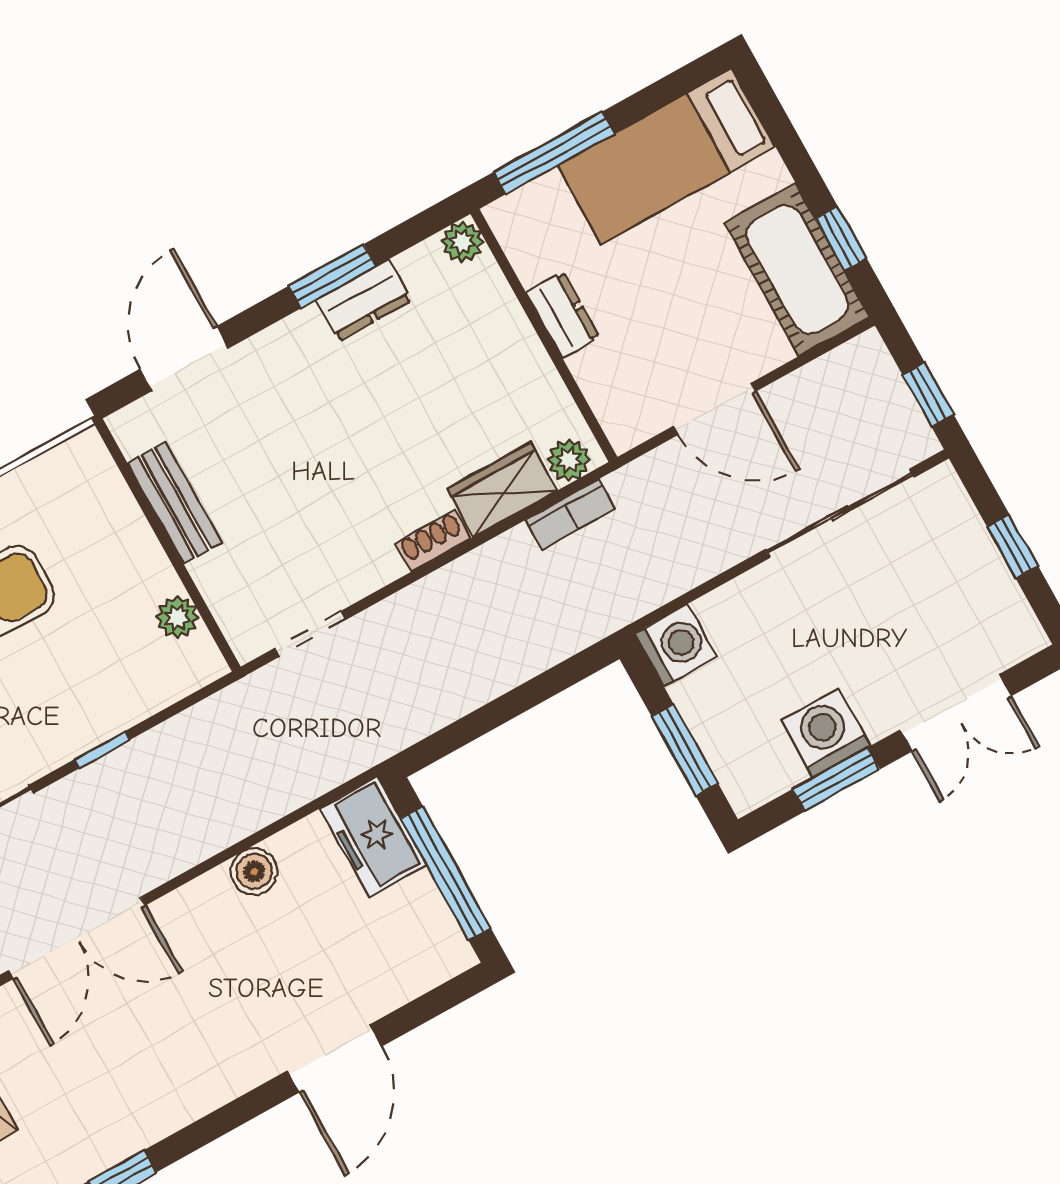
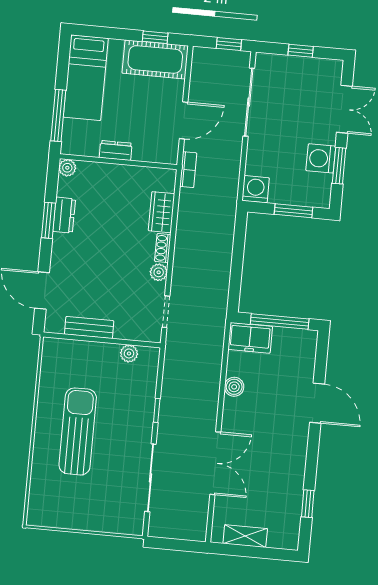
plant: (569, 460) -> (159, 272), moved
bookcase: (570, 514) -> (188, 170), moved

